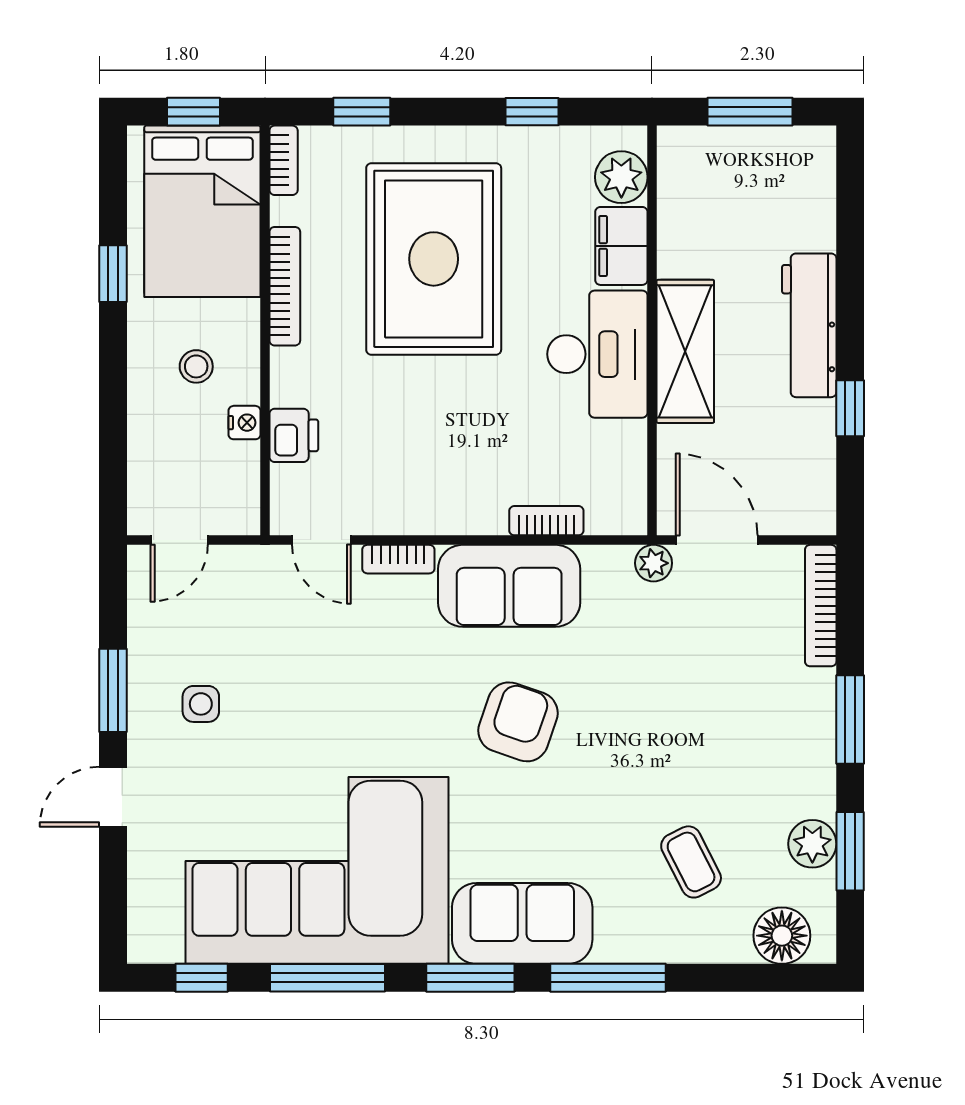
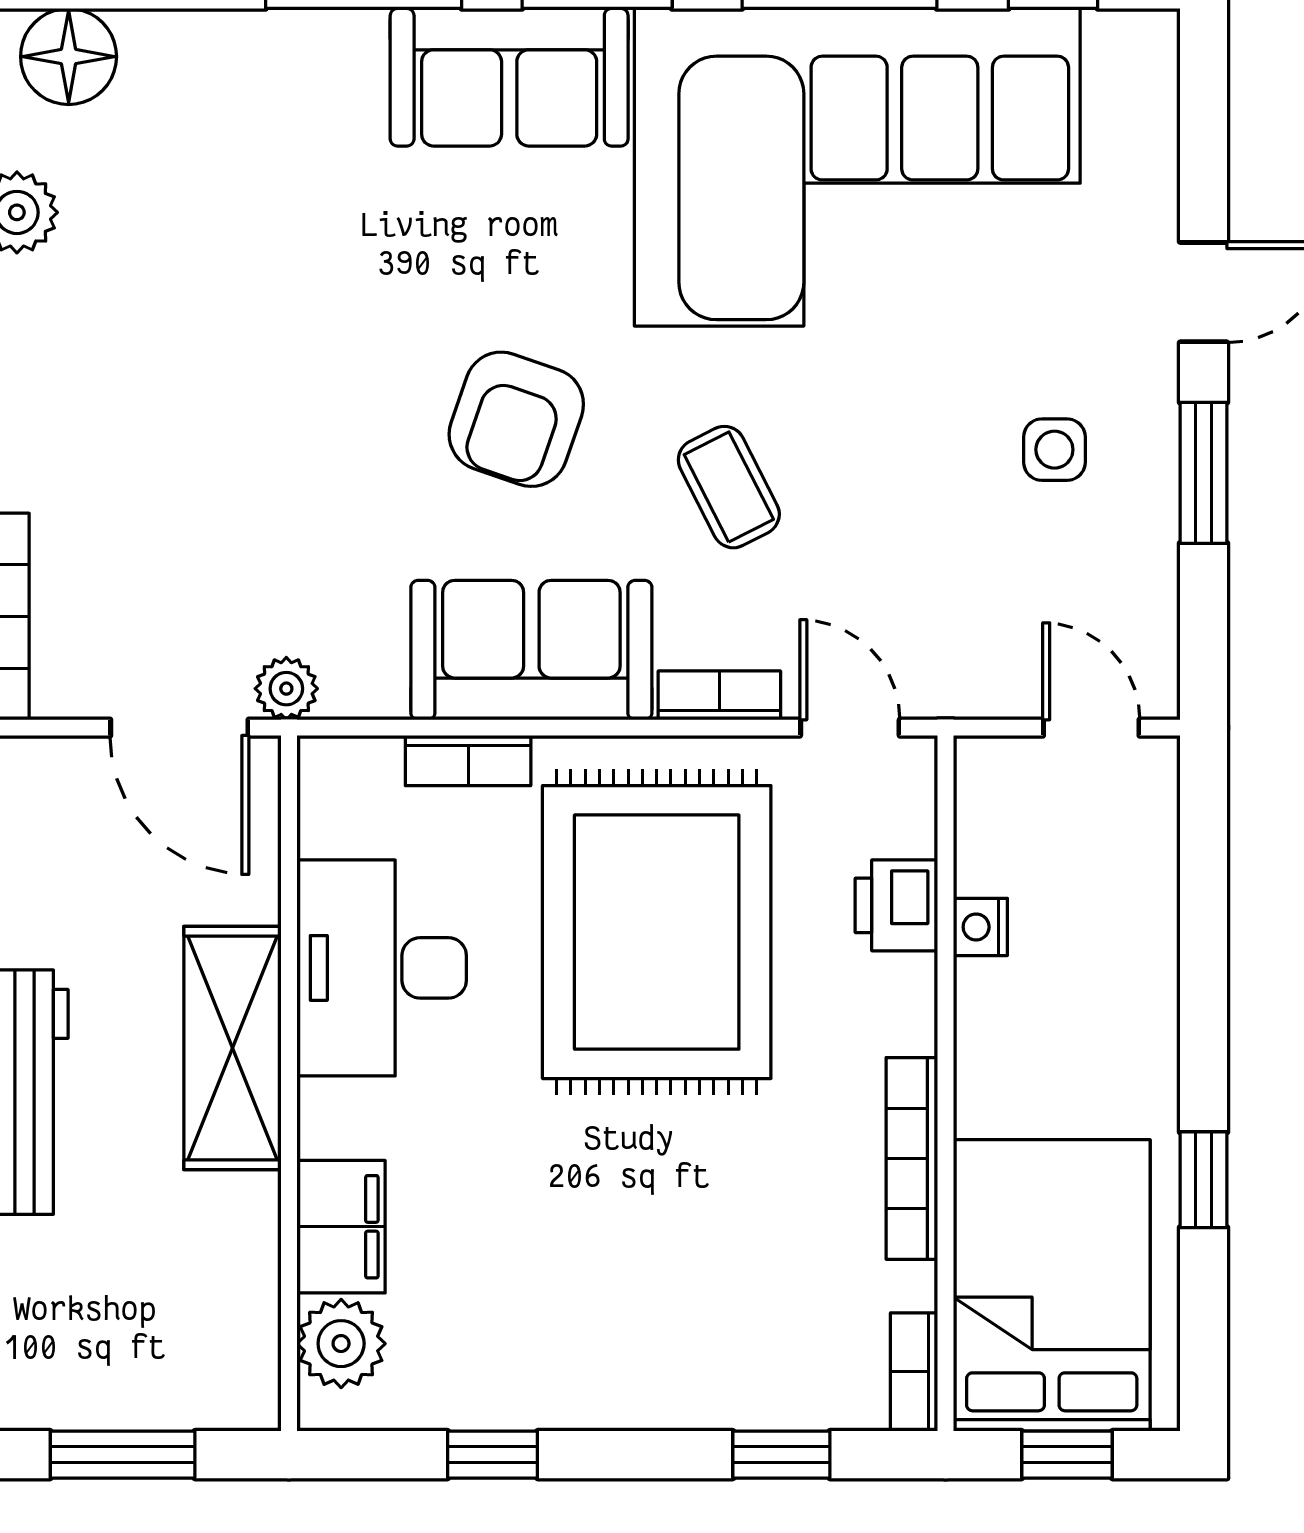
rug: (434, 259) -> (657, 932), moved
desk: (597, 354) -> (382, 968), moved
stool: (196, 366) -> (1062, 1022), removed
door: (179, 540) -> (1091, 728), hinge flipped
coffee table: (691, 862) -> (729, 487), moved

